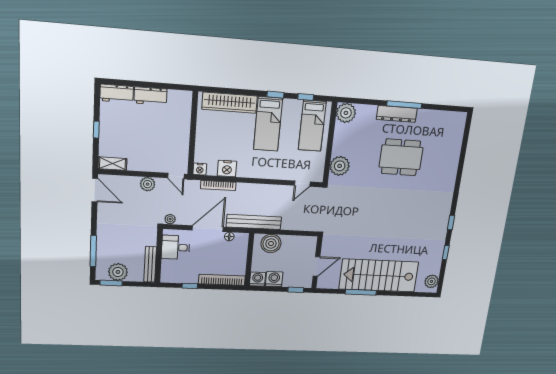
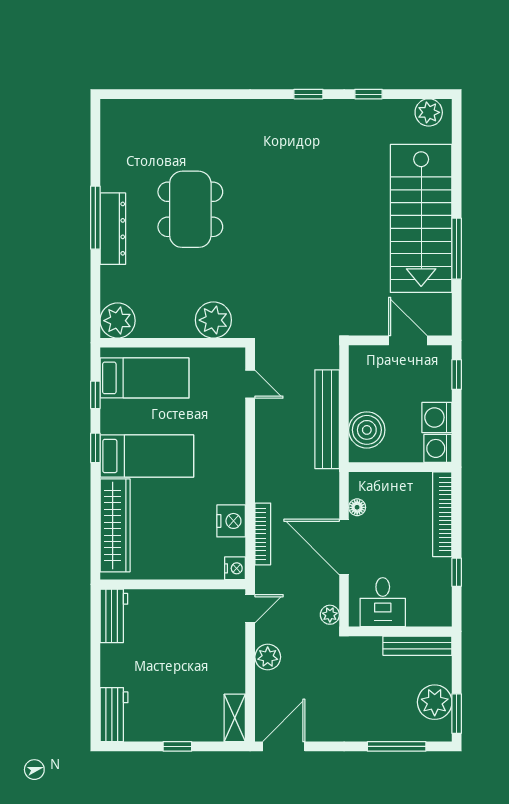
workbench: (150, 96) -> (114, 616), moved
bench: (254, 222) -> (327, 419), moved

